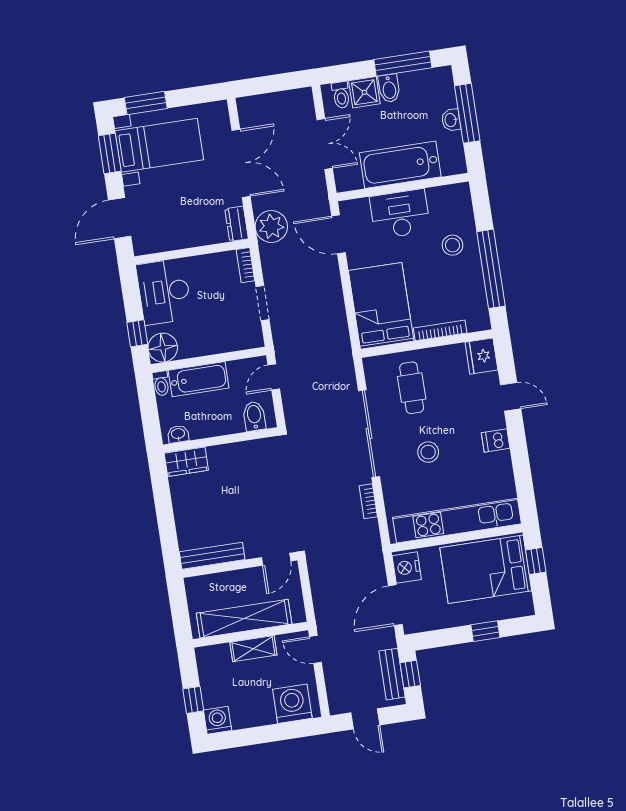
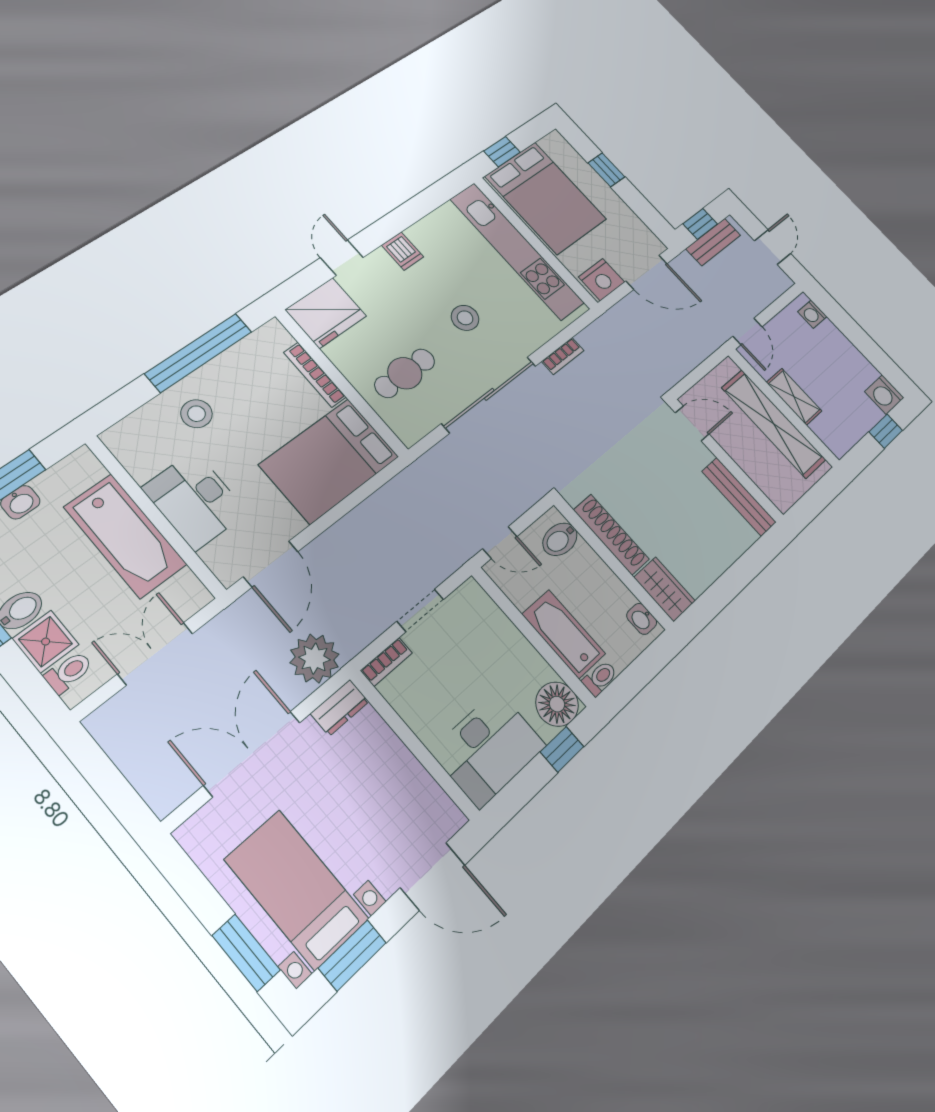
fridge: (481, 356) -> (326, 313), width x1.36, depth x1.34
shoe rack: (238, 451) -> (611, 534), added
washing machine: (292, 704) -> (812, 314), width x0.53, depth x0.53

